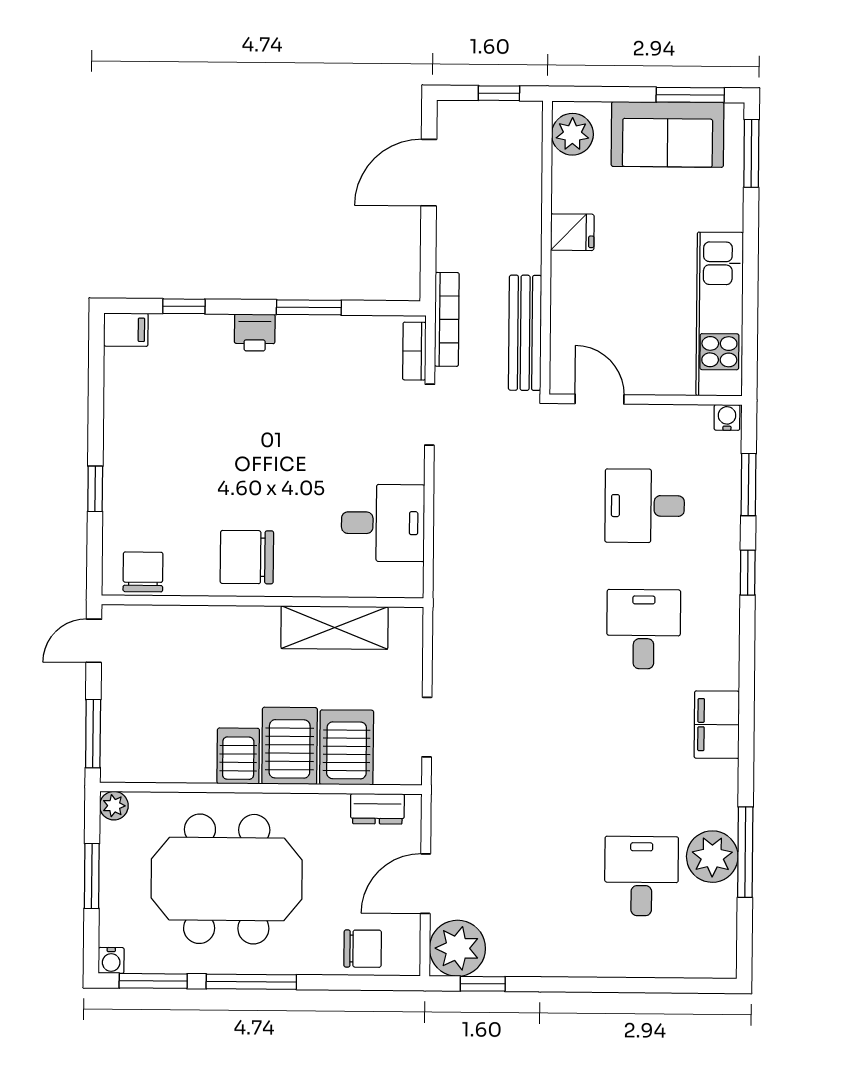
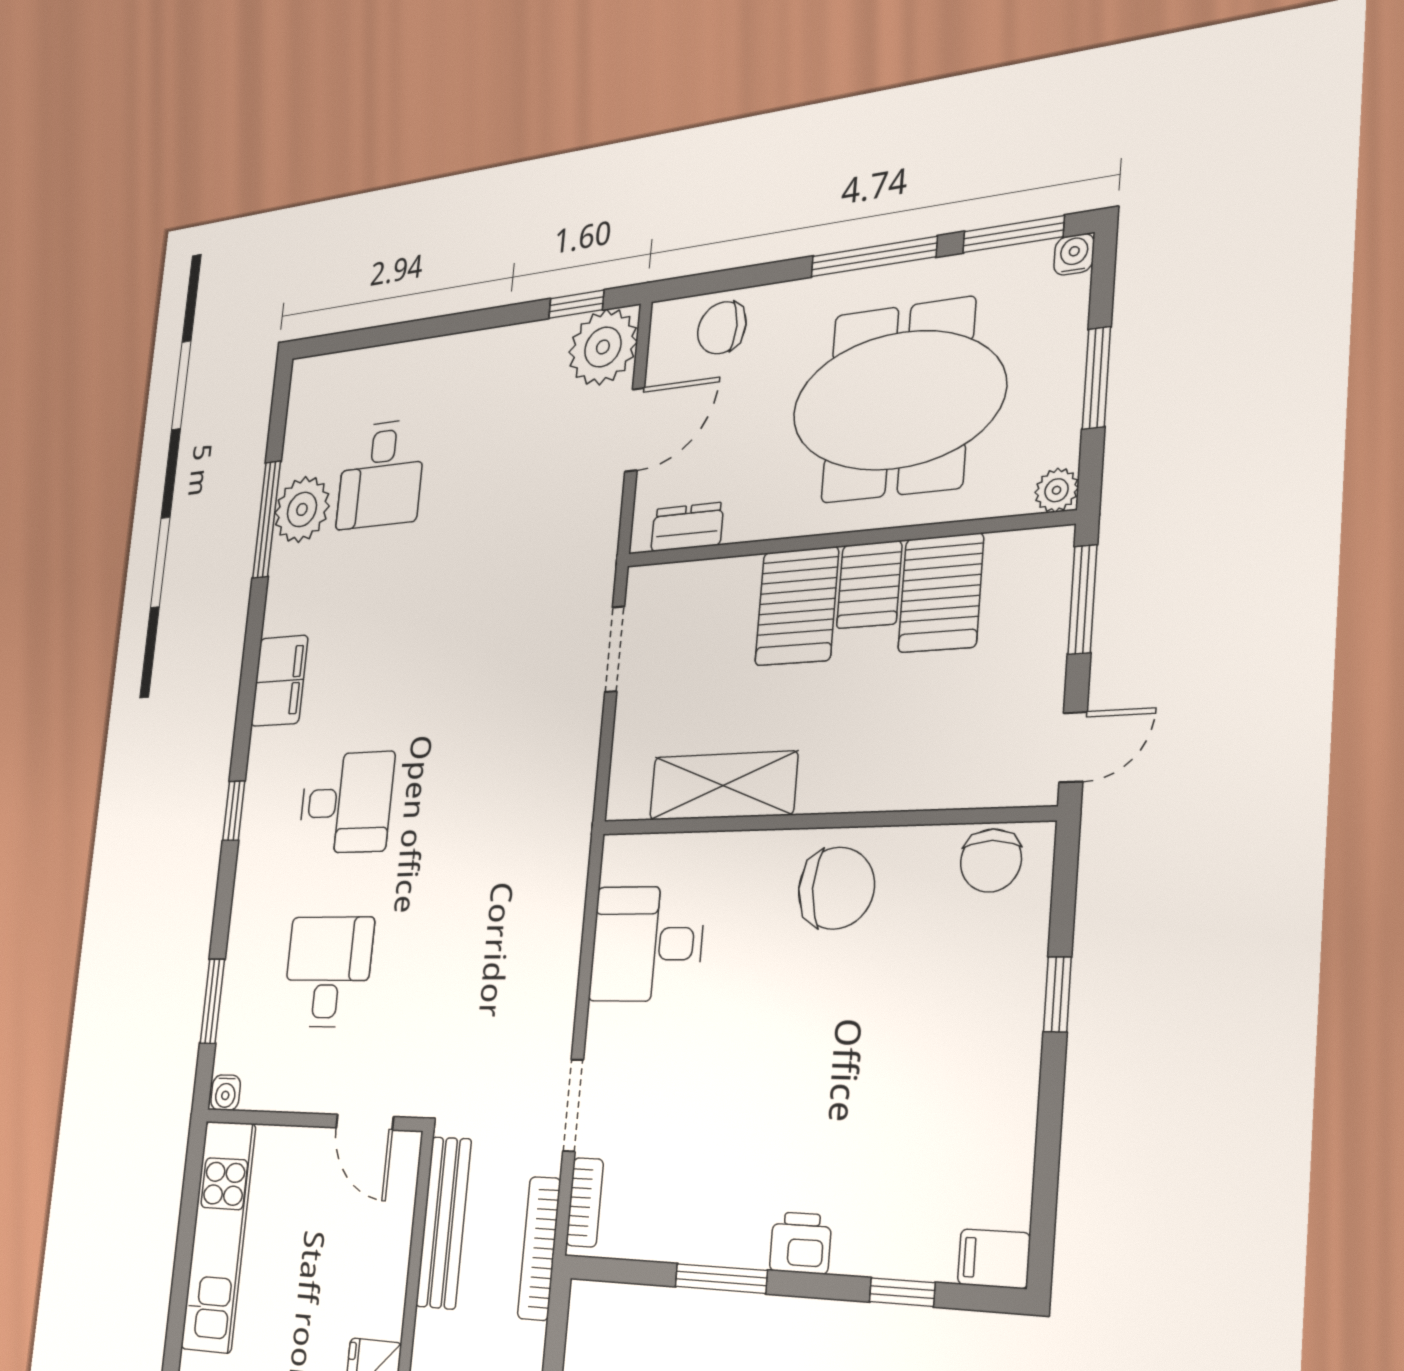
desk: (645, 506) -> (328, 972), turned -90
window: (748, 573) -> (234, 811), moved
desk: (644, 629) -> (346, 803), turned -90
server rack: (347, 747) -> (941, 593), moved

